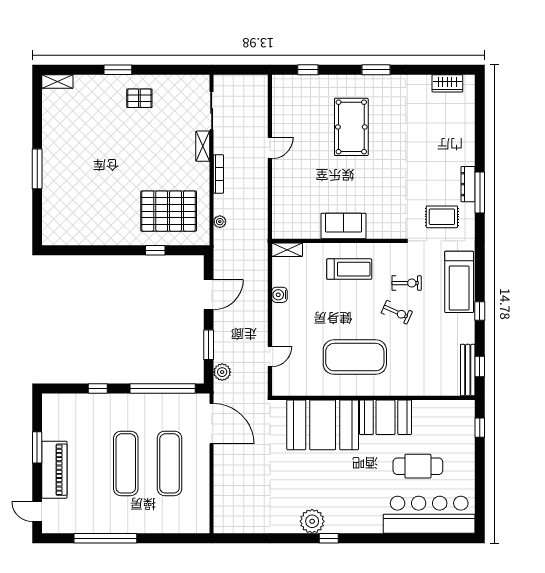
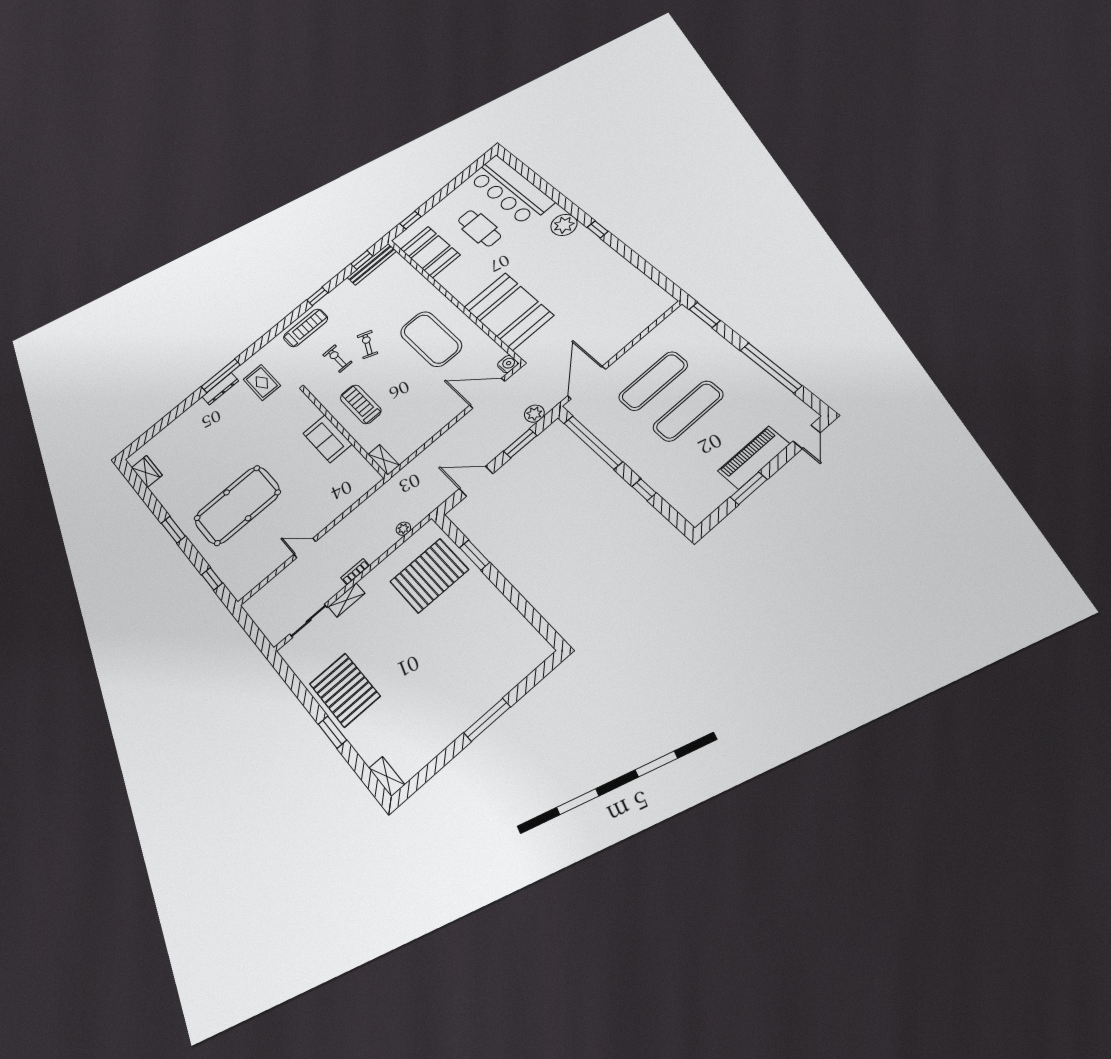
pallet: (139, 98) -> (345, 690), width x2.05, depth x2.00
pool table: (351, 127) -> (237, 505), width x1.36, depth x1.32
bookcase: (218, 174) -> (355, 572), width x0.64
pallet: (169, 211) -> (429, 576), turned 90
window: (155, 250) -> (475, 555), width x1.50
treadmill: (459, 282) -> (306, 328), width x0.73, depth x0.73
water cooler: (279, 295) -> (508, 364), moved, turned -90
door: (270, 357) -> (487, 393), width x1.88
booth: (386, 417) -> (430, 252), moved
plant: (312, 521) -> (564, 225), moved
window: (186, 538) -> (705, 315), added

